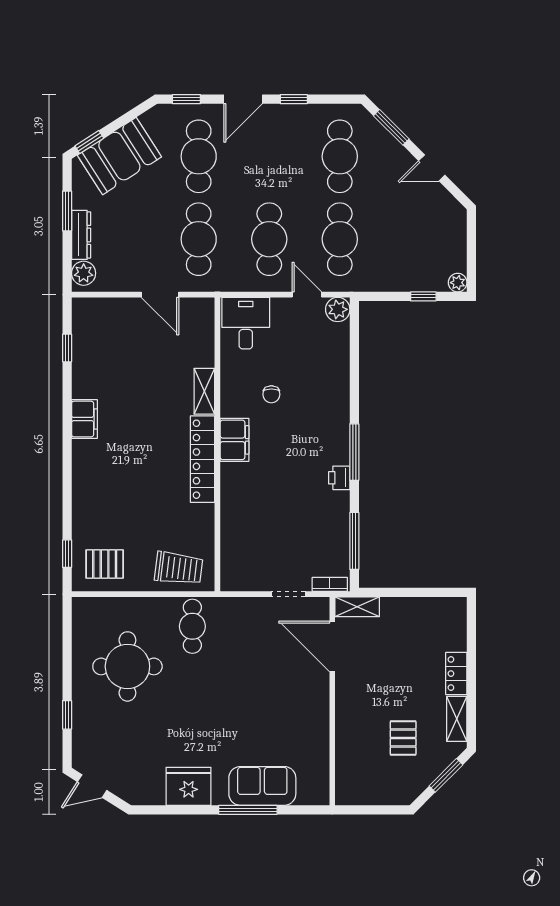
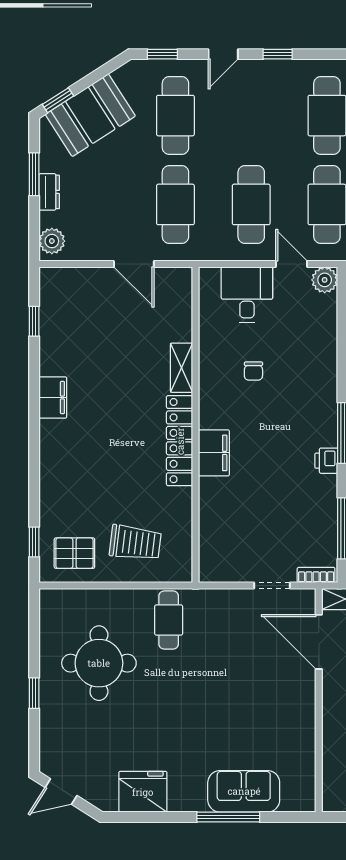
door: (243, 99) -> (223, 54), width x0.73
dresser: (81, 235) -> (49, 192), width x0.70
desk: (246, 323) -> (247, 295), moved
filing cabinet: (234, 440) -> (214, 453), moved
trolley: (179, 568) -> (135, 543), moved
window: (67, 715) -> (34, 693), moved
fridge: (189, 786) -> (143, 792), moved

